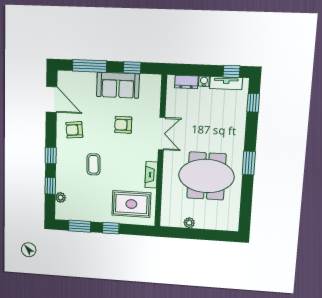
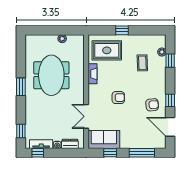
sofa: (118, 85) -> (104, 139), moved
armchair: (123, 125) -> (118, 98), moved
double door: (162, 134) -> (86, 116), moved
window: (51, 156) -> (170, 100), moved
coffee table: (93, 164) -> (142, 63), moved
meeting table: (206, 176) -> (51, 75), turned 90
window: (80, 226) -> (146, 30), removed

